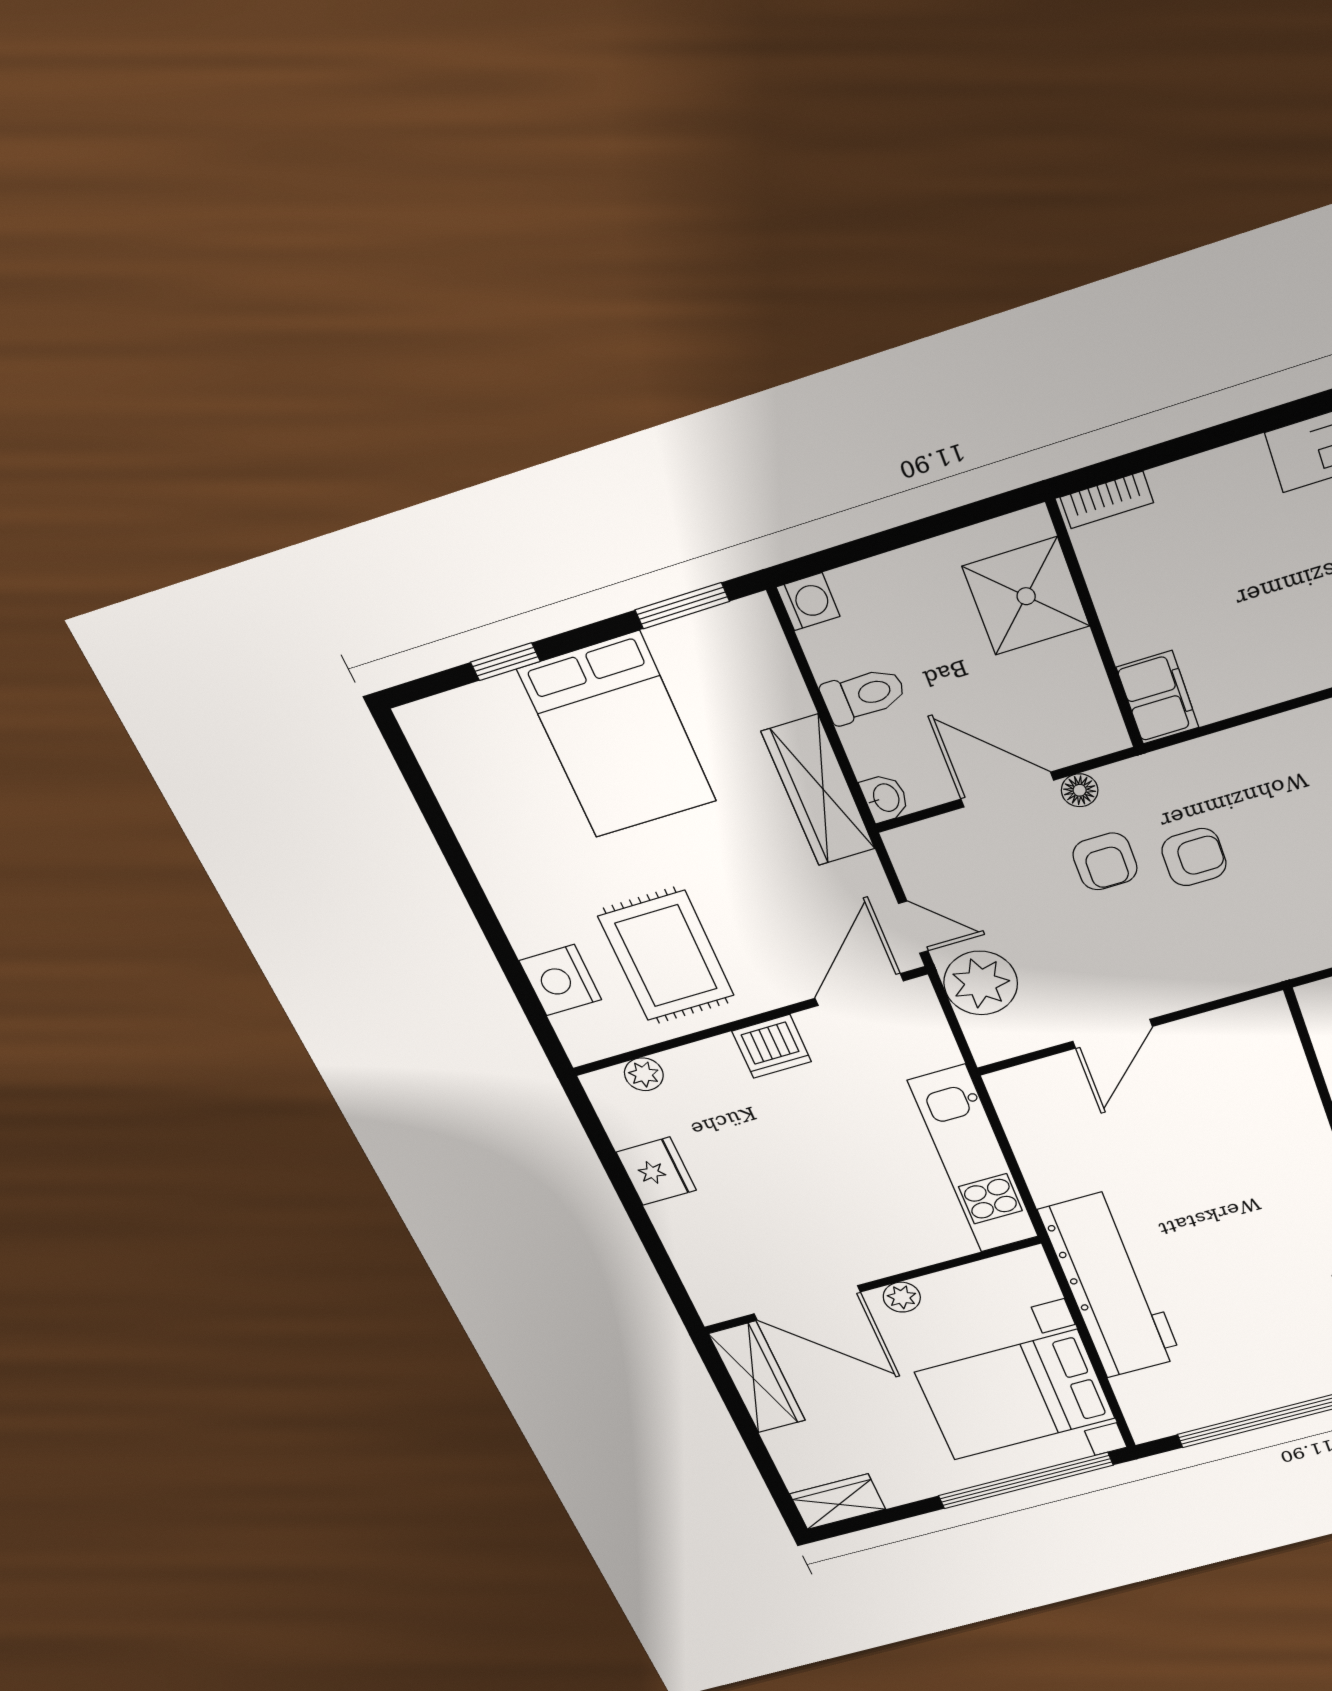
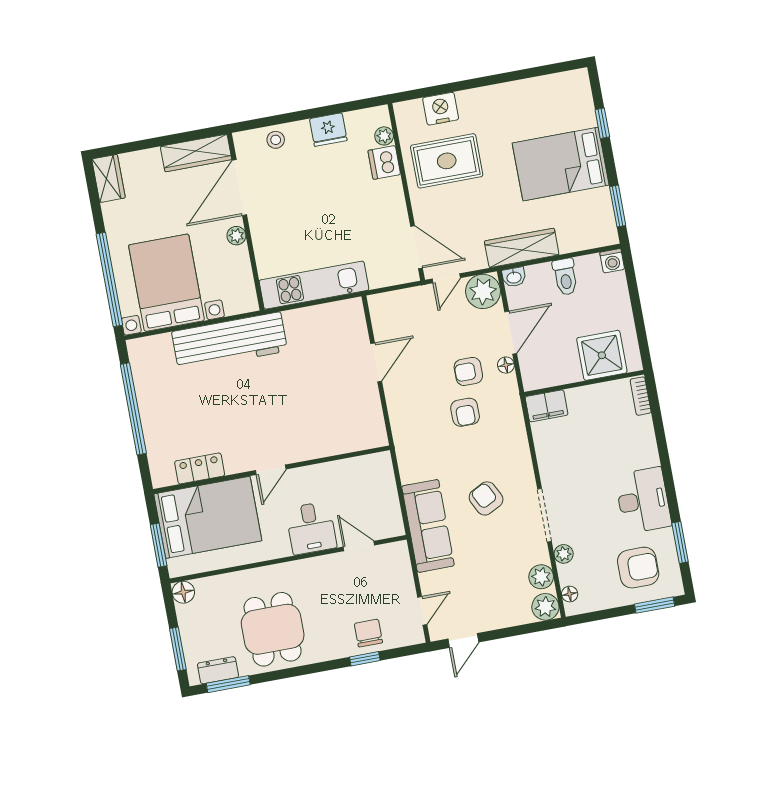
plant: (981, 983) -> (483, 291), moved
door: (1113, 1034) -> (376, 362), swing flipped
dishwasher: (772, 1046) -> (384, 162), moved
stool: (699, 1255) -> (276, 140), added

